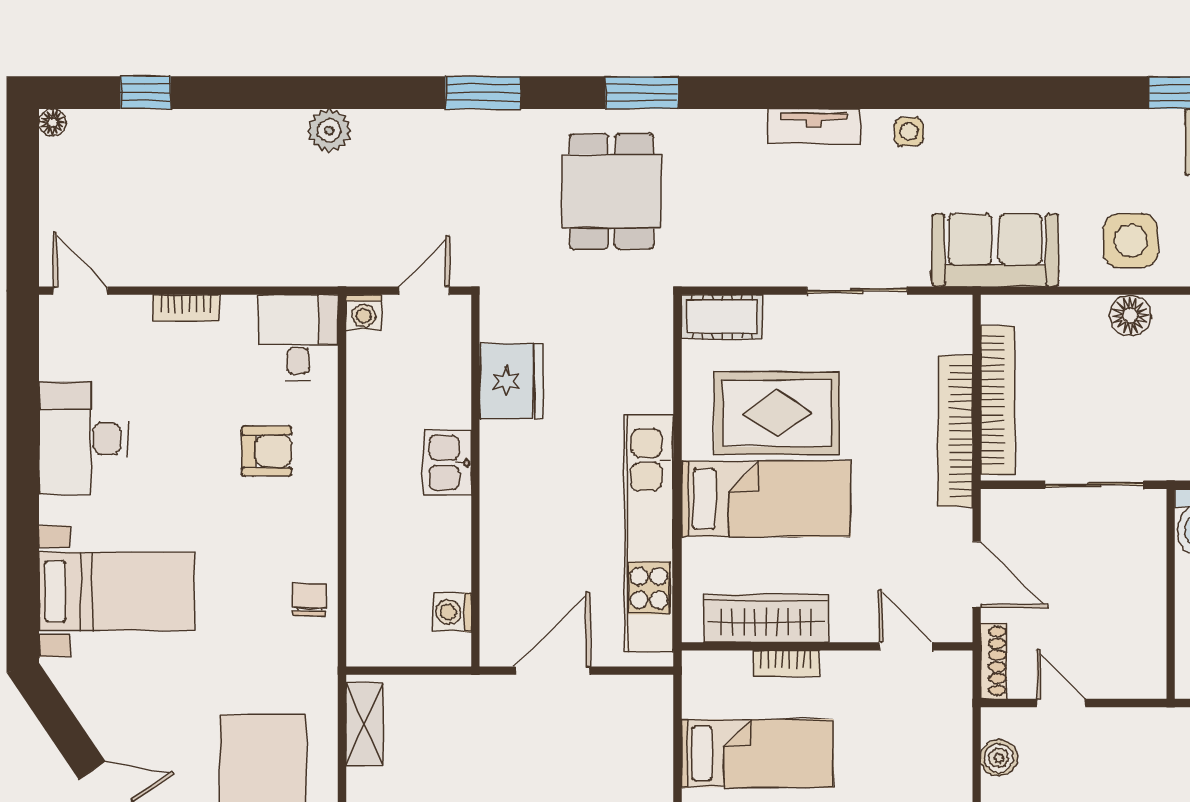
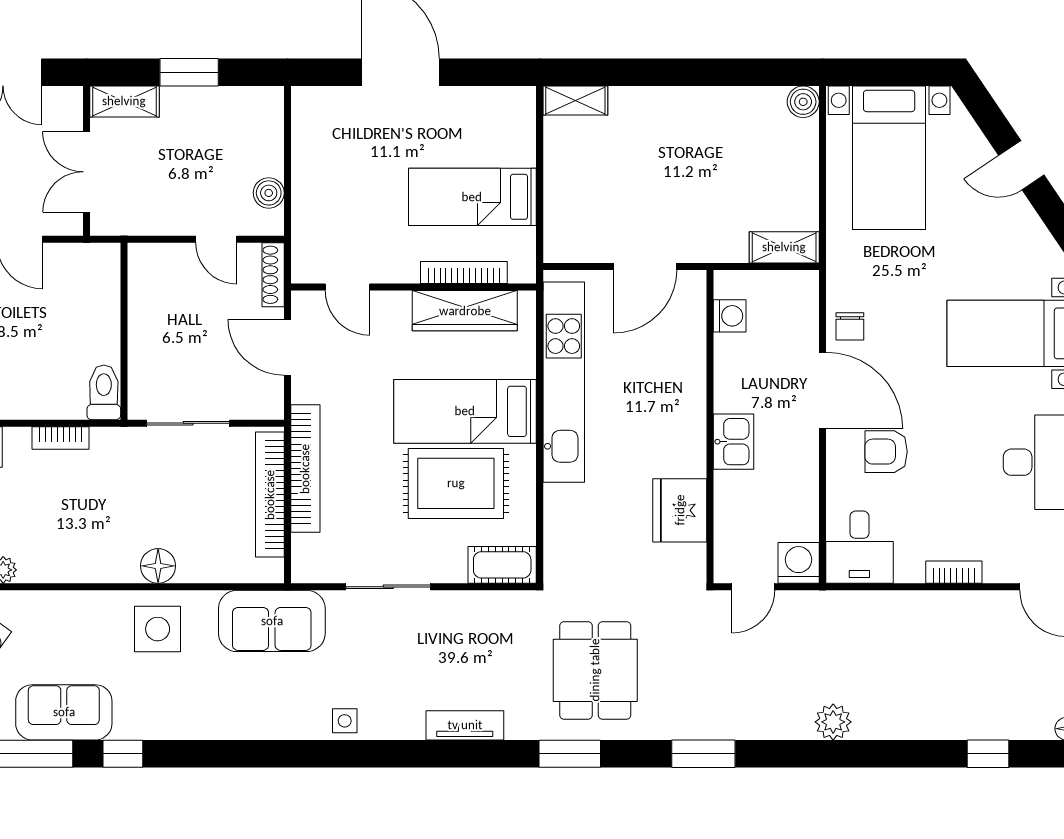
tv unit: (814, 126) -> (465, 725), moved
washing machine: (364, 312) -> (799, 563), width x1.38, depth x1.38
door: (342, 524) -> (822, 390), added
bookcase: (786, 664) -> (464, 272), width x1.56
shelving: (365, 724) -> (784, 247), moved, turned 90

